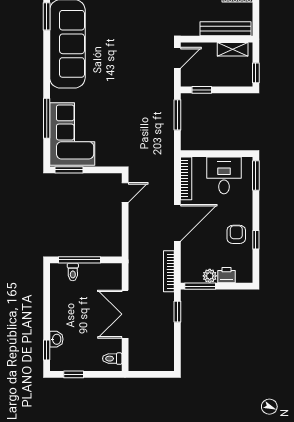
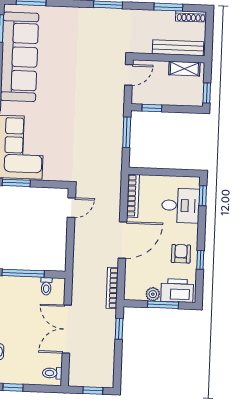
desk: (224, 175) -> (181, 206), moved, turned 90
window: (256, 176) -> (203, 196), width x0.67
toilet: (73, 272) -> (46, 286), moved
printer: (227, 275) -> (177, 291), width x1.87, depth x1.48
window: (200, 286) -> (163, 305), moved
window: (154, 374) -> (93, 390), added

